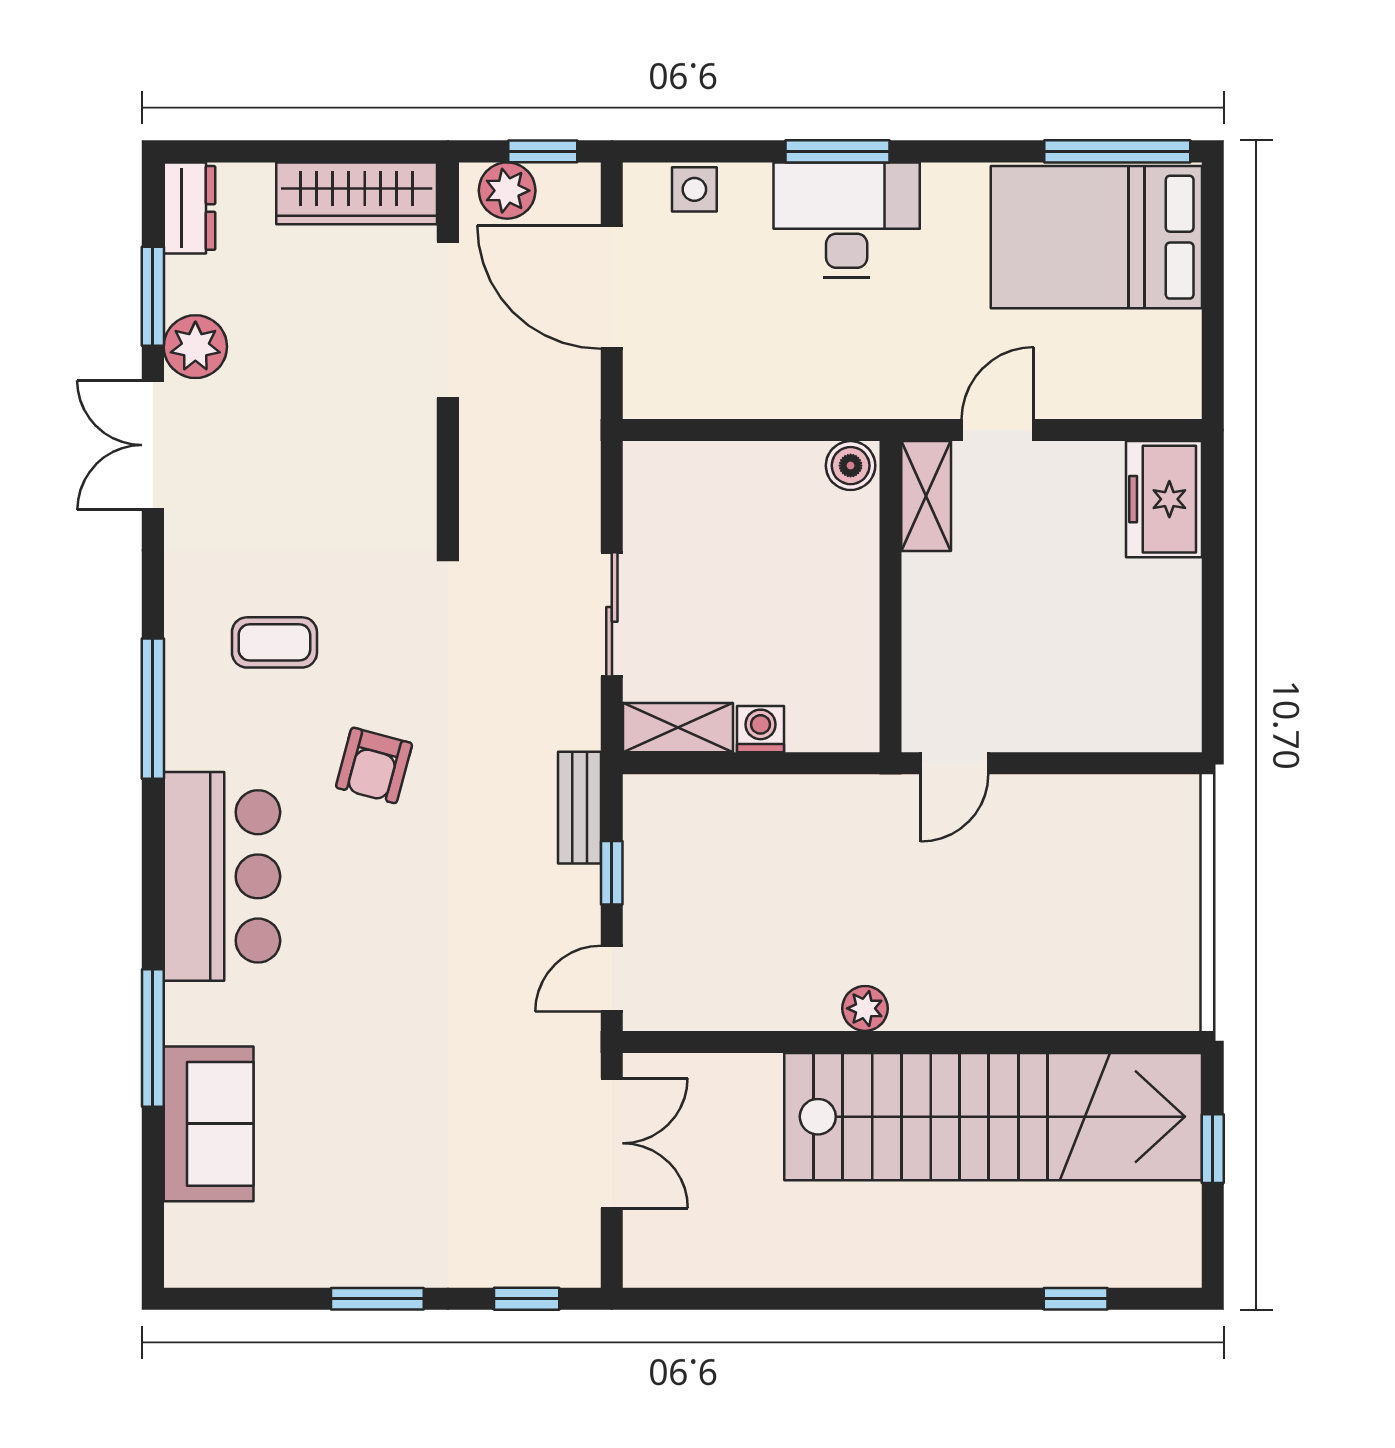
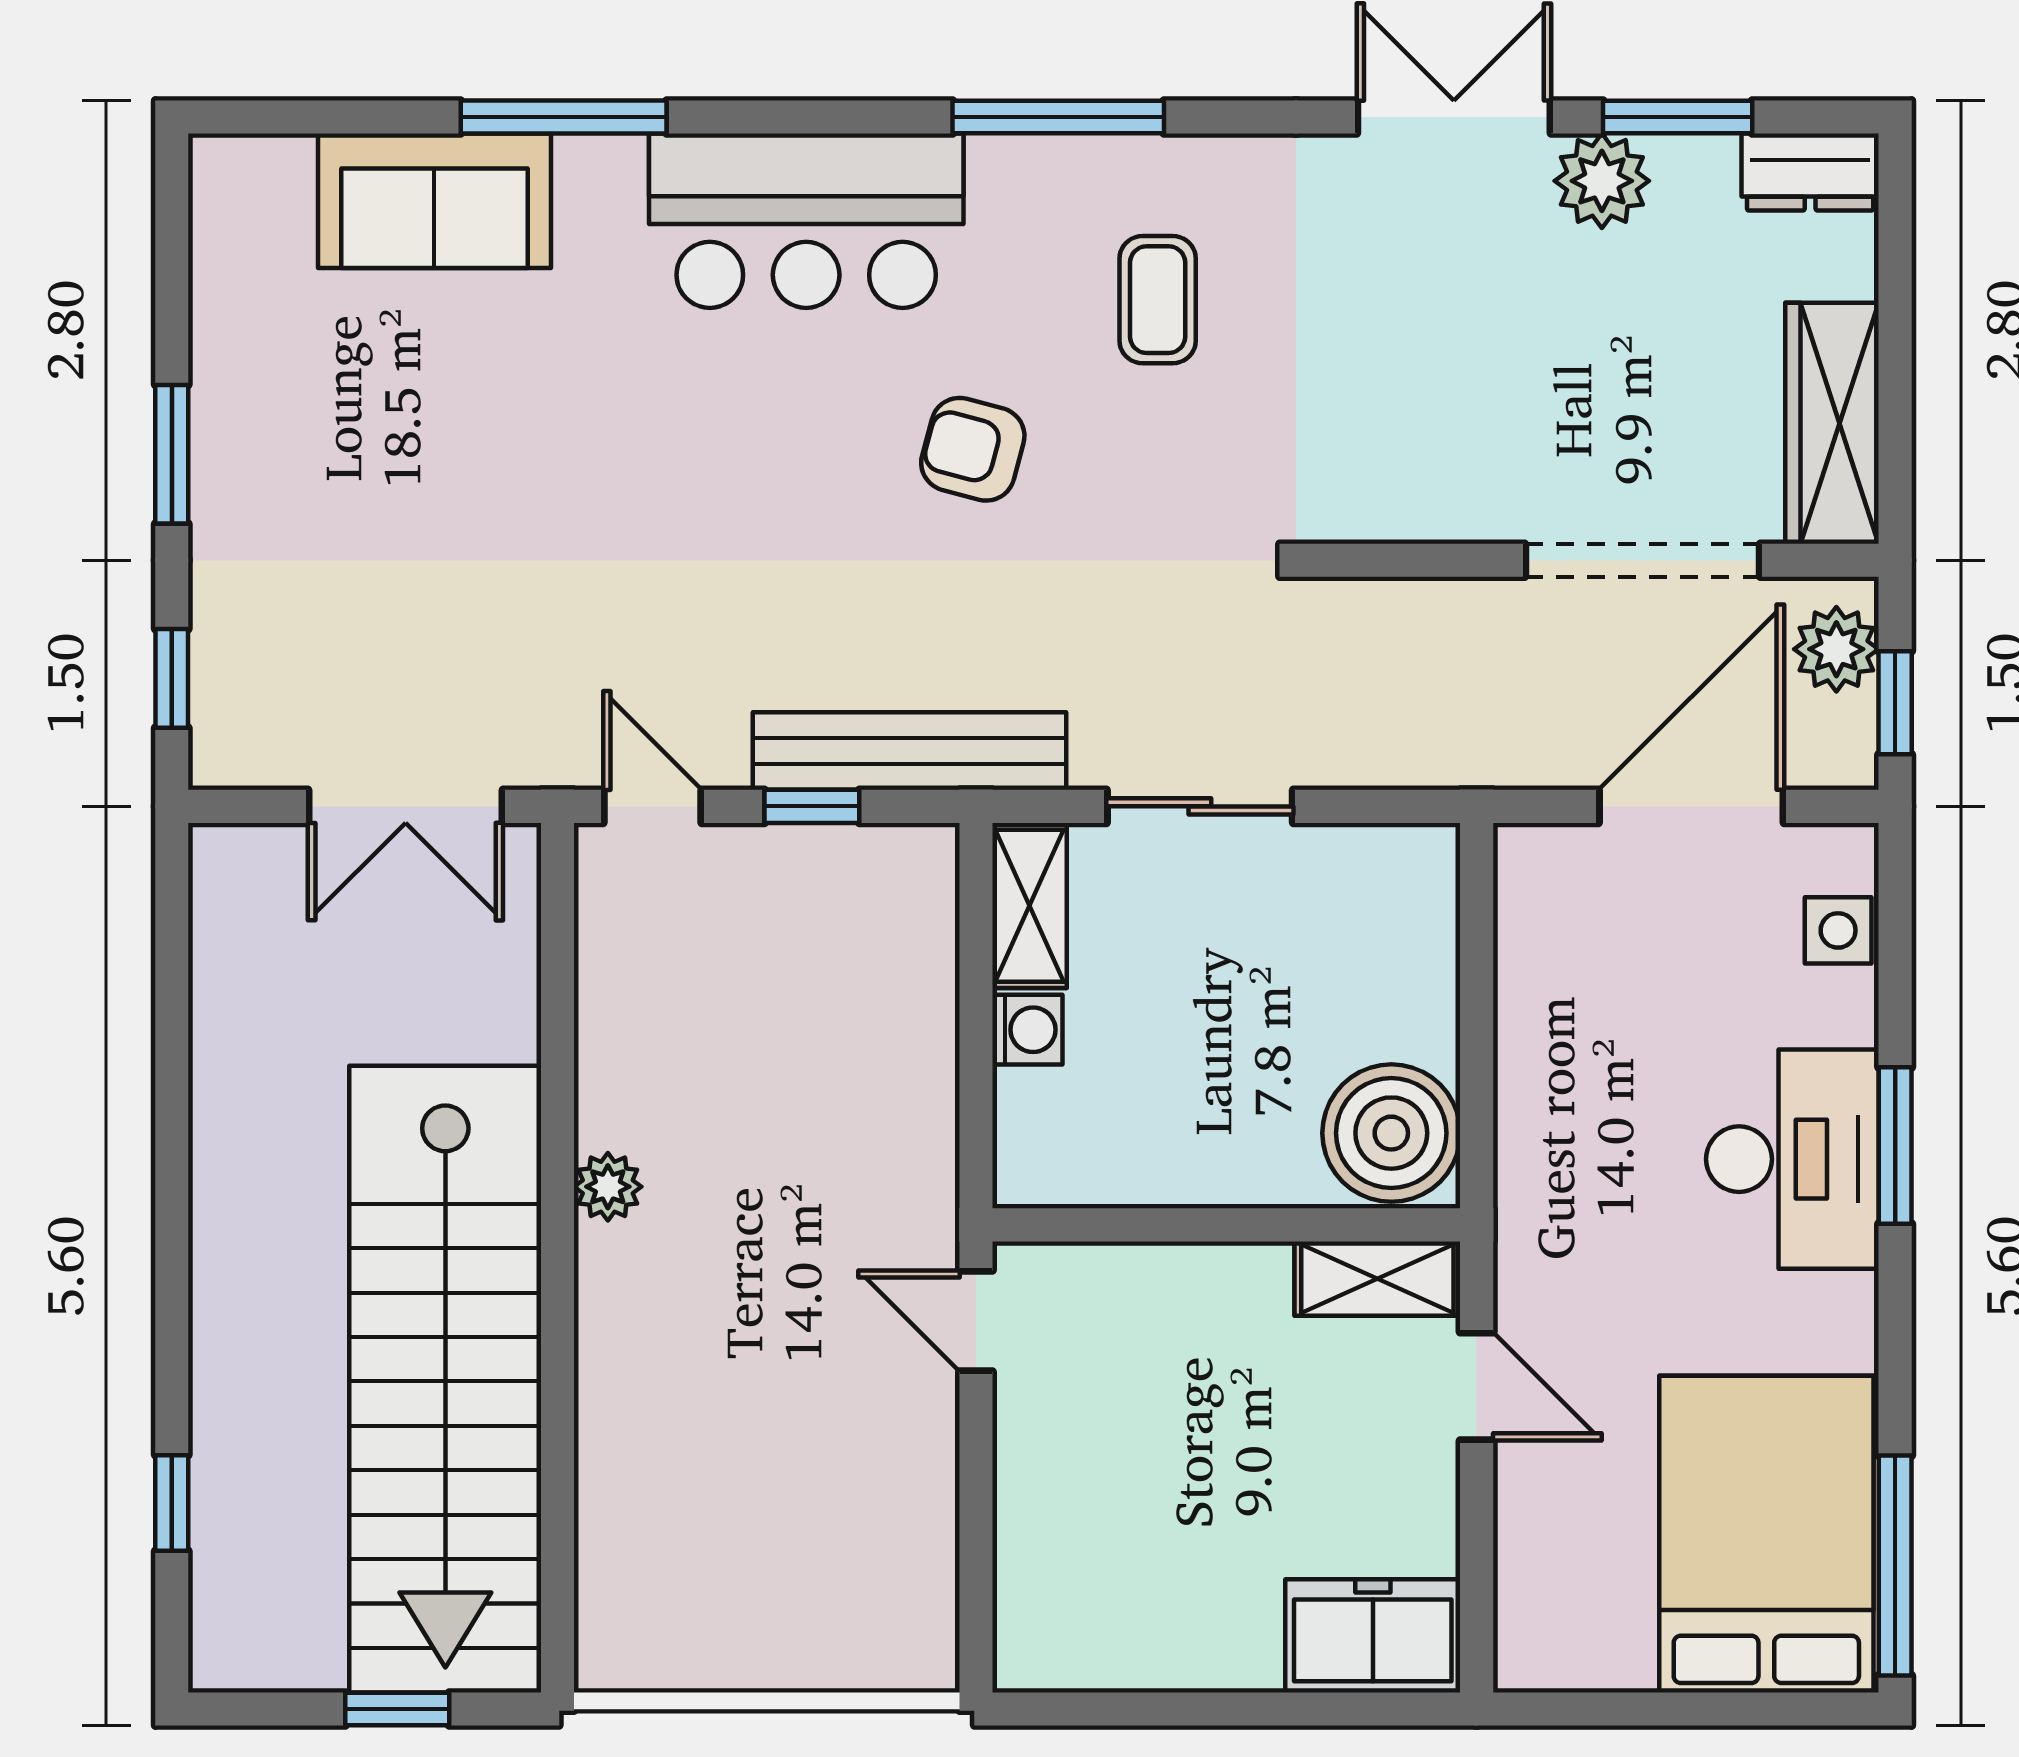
boiler: (851, 466) -> (1391, 1133), width x1.86, depth x1.86
bench: (580, 808) -> (909, 751), width x1.86, depth x1.21

